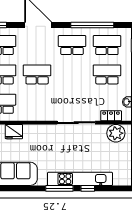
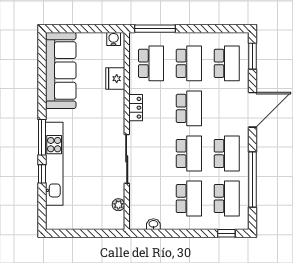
school desk: (72, 74) -> (189, 153), added
locker: (111, 116) -> (136, 108), moved
plant: (116, 133) -> (118, 205), width x0.53, depth x0.53

